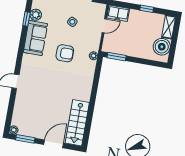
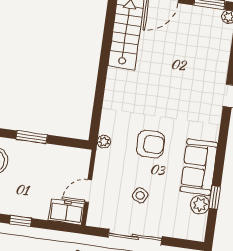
armchair: (65, 53) -> (150, 144), turned 180
window: (117, 57) -> (32, 137), moved

